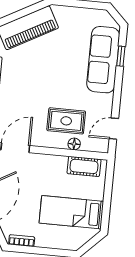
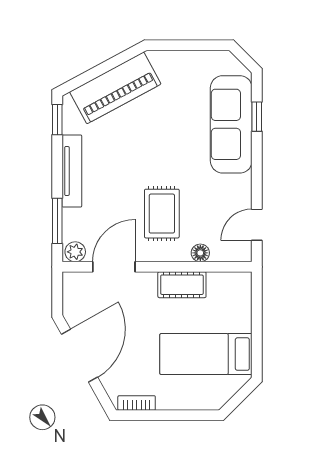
rug: (66, 121) -> (162, 214), moved, turned 90
cot: (84, 166) -> (182, 285), moved

